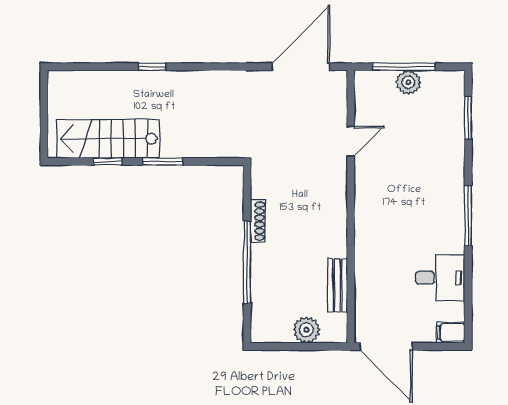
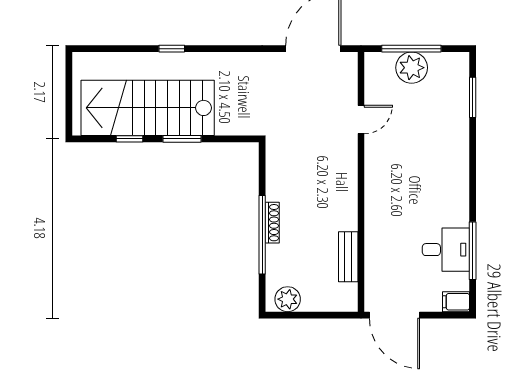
plant: (408, 82) -> (412, 68), width x1.36, depth x1.36
stairs: (108, 139) -> (148, 108), width x1.36, depth x1.51
window: (468, 216) -> (473, 251), moved
shoe rack: (258, 221) -> (272, 223), moved
plant: (306, 330) -> (288, 299), moved

